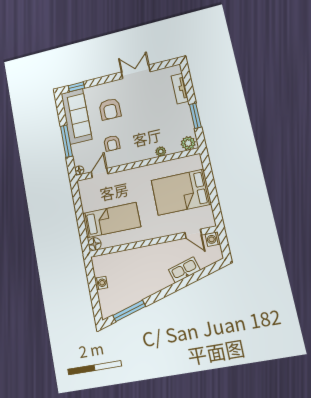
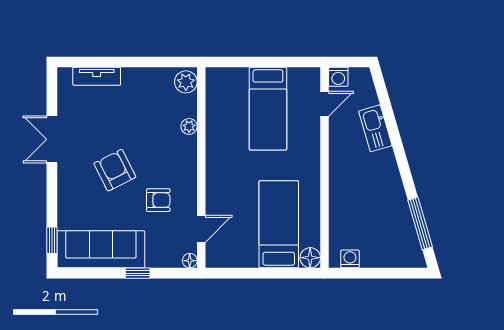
armchair: (110, 109) -> (115, 170), moved, turned -117
window: (195, 116) -> (146, 62), removed
window: (66, 141) -> (138, 273), width x0.46
door: (100, 173) -> (201, 229), swing flipped
bed: (181, 192) -> (268, 109), width x0.67
washing machine: (101, 283) -> (350, 259), moved

